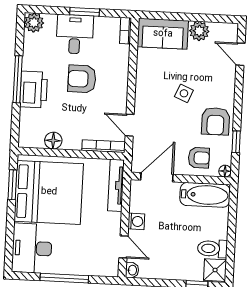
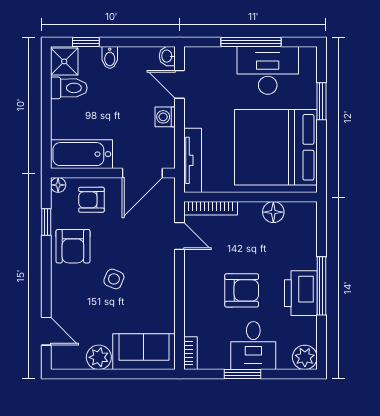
printer: (34, 89) -> (301, 293), moved
armchair: (216, 121) -> (73, 246), turned 180
window: (12, 185) -> (321, 101), moved
desk: (32, 248) -> (268, 70), moved, turned -90
bidet: (178, 271) -> (110, 57), added

